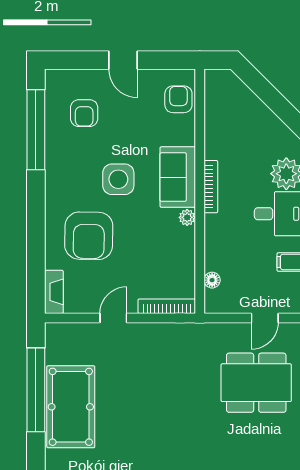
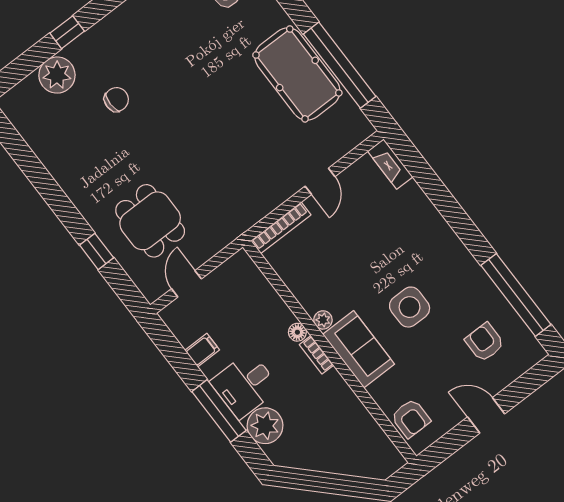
bookcase: (211, 187) -> (317, 355), width x0.64
armchair: (89, 236) -> (397, 237), removed
floor lamp: (212, 280) -> (297, 332), moved
dining table: (256, 383) -> (150, 221), width x0.73

